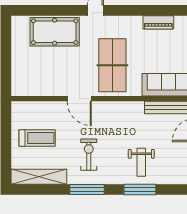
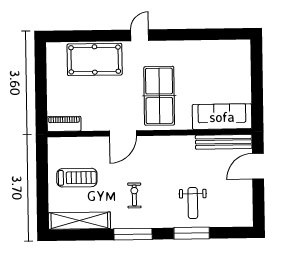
piano: (158, 22) -> (64, 124), moved, turned 180
door: (79, 99) -> (123, 133), hinge flipped
exercise bike: (89, 155) -> (134, 195), width x0.73, depth x0.72

